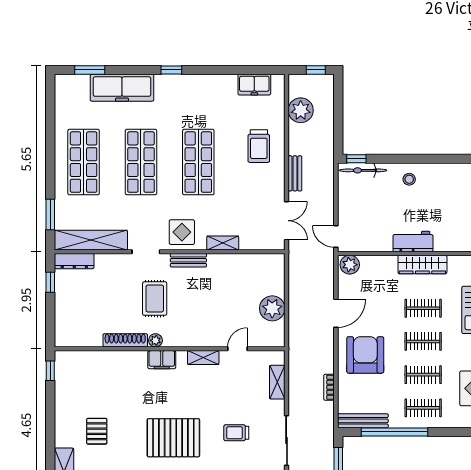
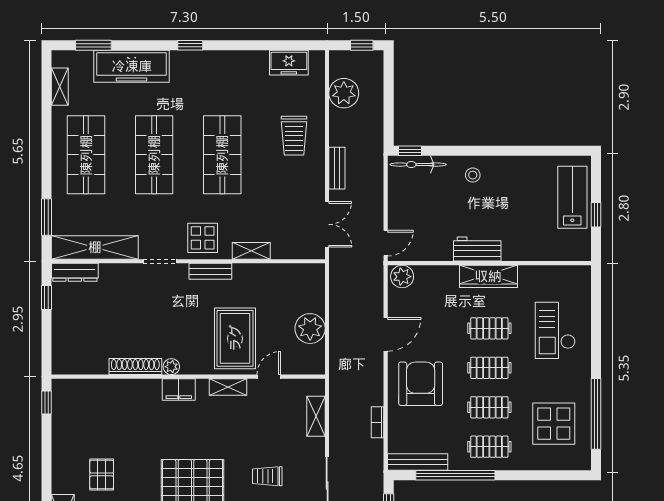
shelving: (62, 105) -> (60, 87), added
door: (336, 237) -> (386, 243), swing flipped
rug: (155, 299) -> (235, 338), moved, width x1.36, depth x1.43

